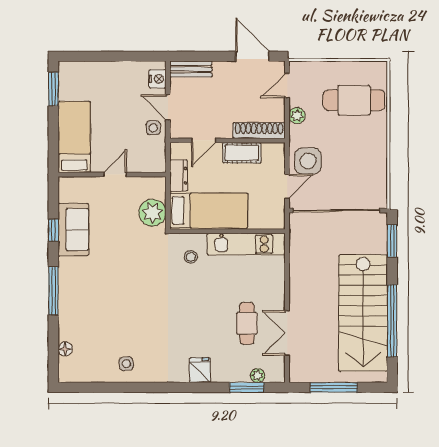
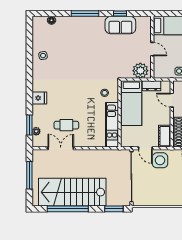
cot: (242, 153) -> (165, 136), moved
plant: (152, 213) -> (140, 71), moved

